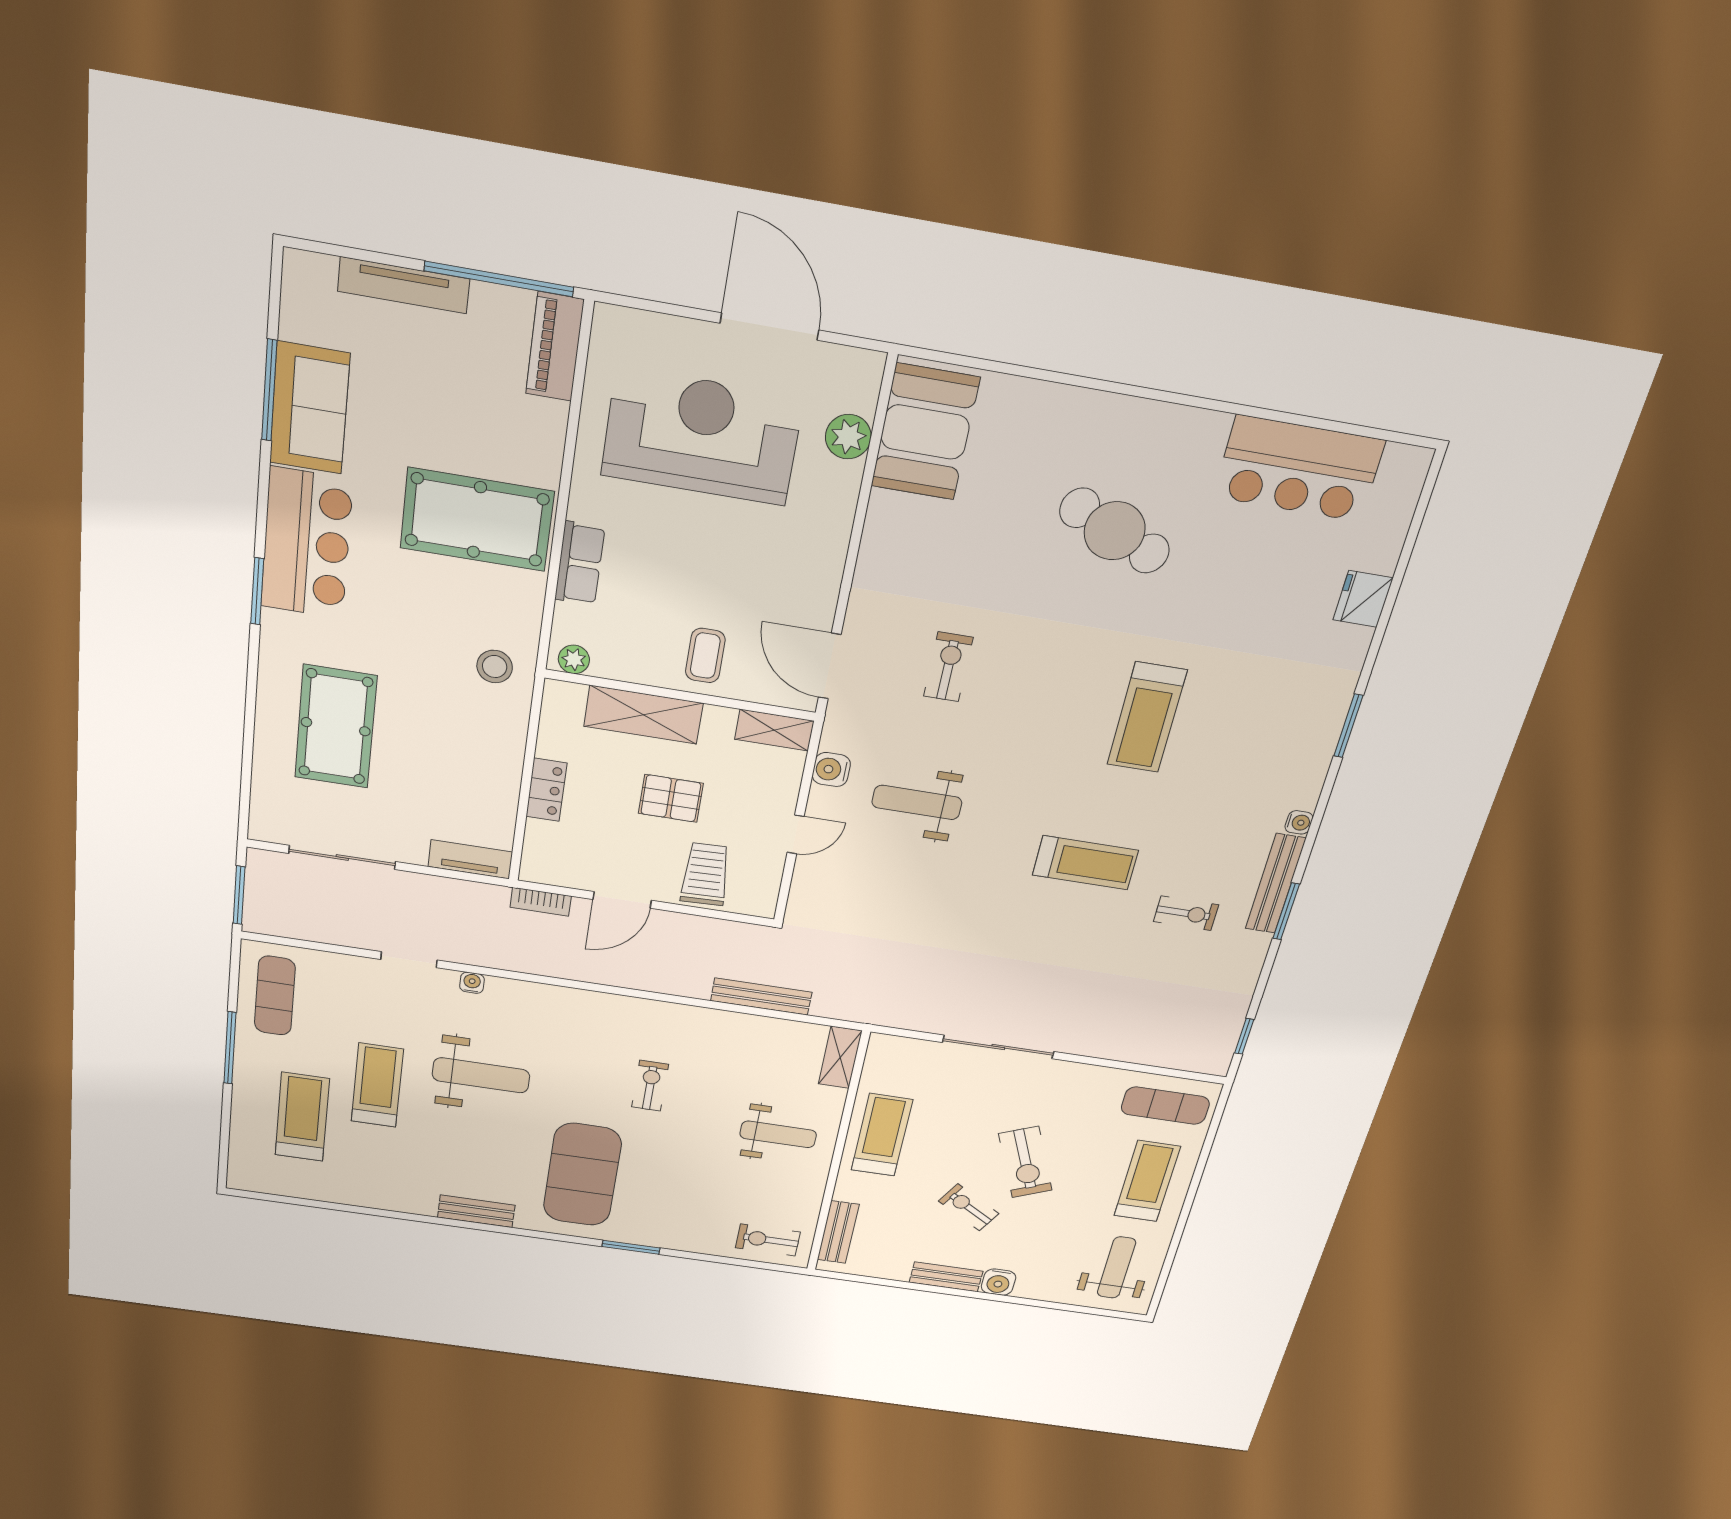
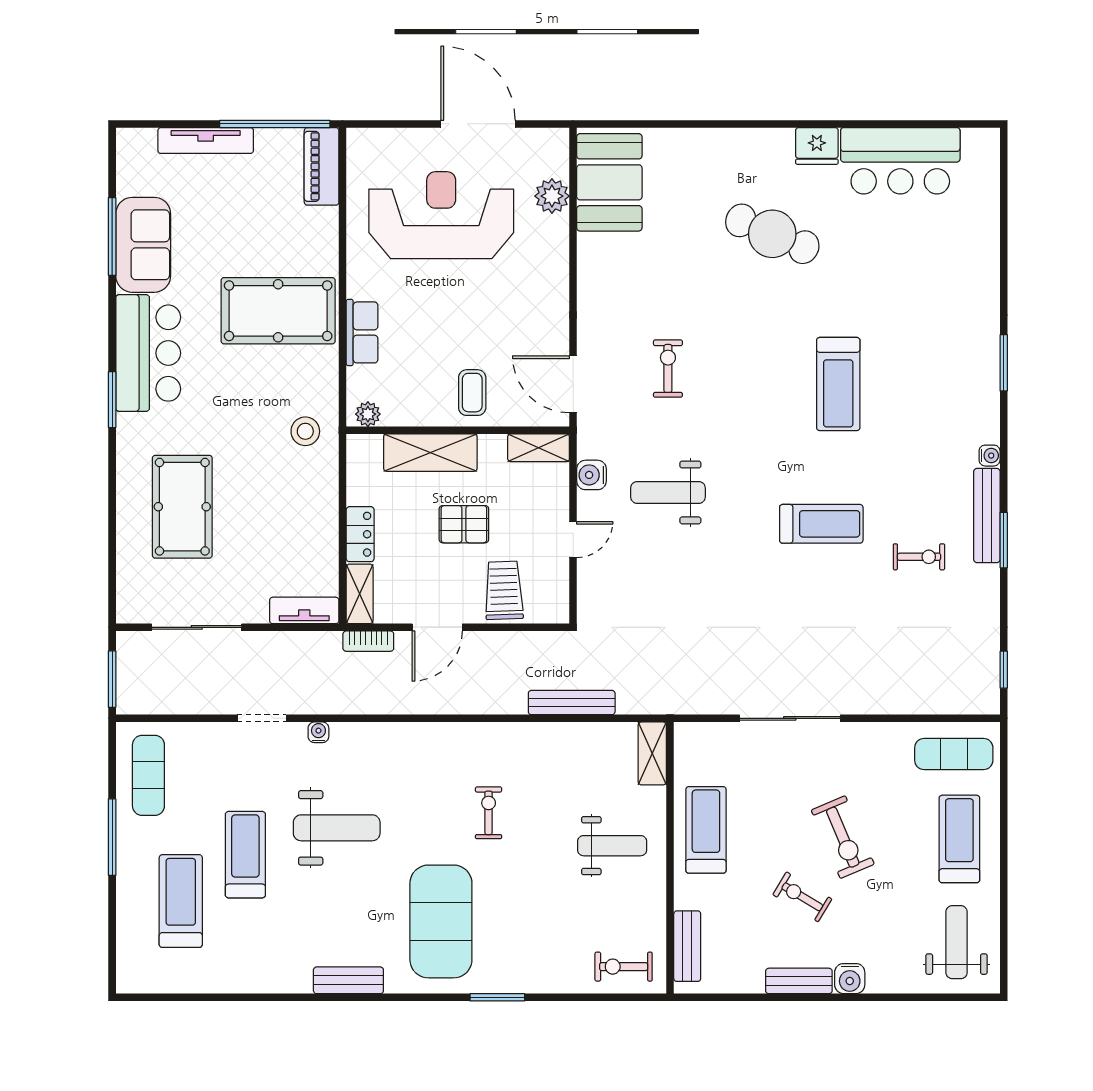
fridge: (1363, 599) -> (817, 146), moved, turned -90
shelving: (537, 852) -> (360, 594), added

